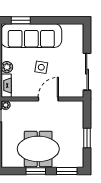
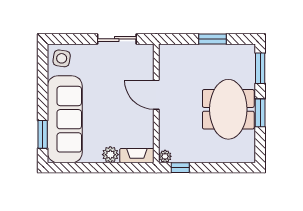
side table: (41, 67) -> (62, 58), moved
sliding door: (87, 72) -> (117, 39), width x0.73

